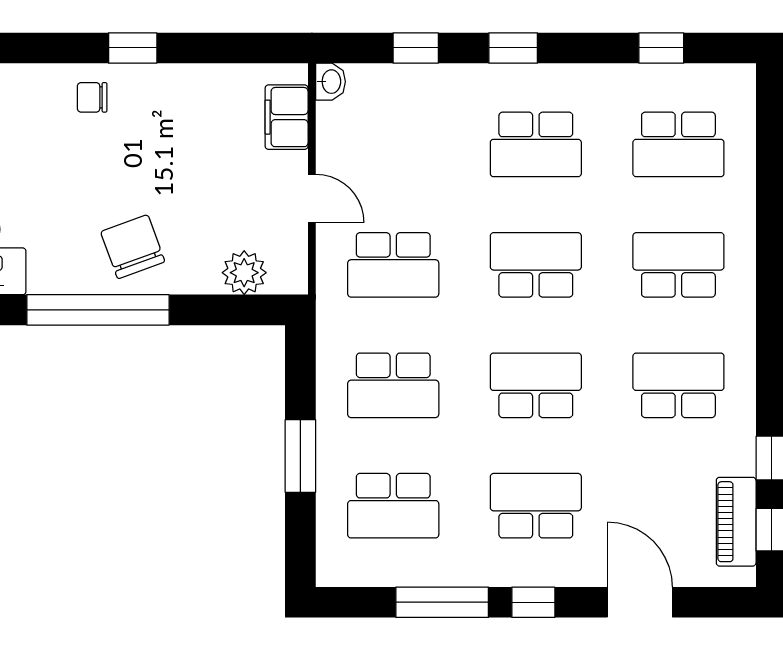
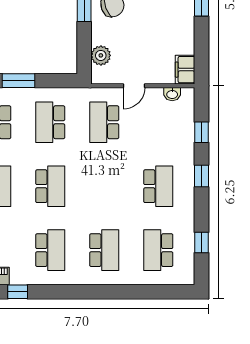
washbasin: (331, 82) -> (172, 94), moved
filing cabinet: (287, 117) -> (185, 70), moved, turned -90
school desk: (536, 144) -> (158, 186), turned 180
school desk: (536, 265) -> (104, 186), removed

